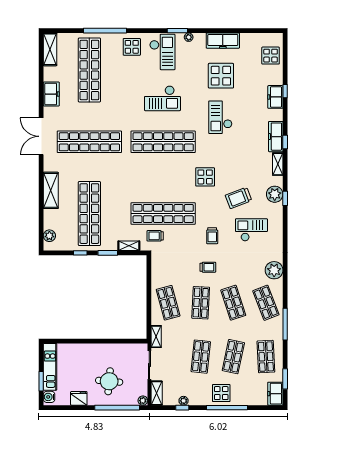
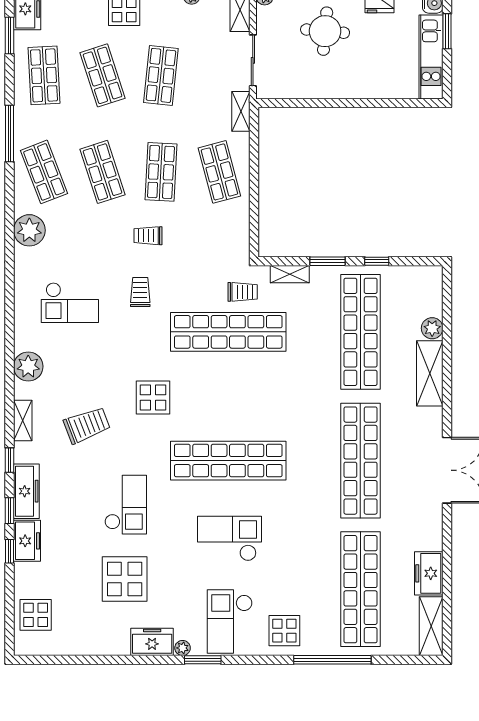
freezer: (223, 41) -> (152, 642), moved, width x0.71
freezer: (51, 94) -> (429, 573), moved
freezer: (276, 137) -> (26, 491), moved
shop shelf: (89, 142) -> (360, 461), turned 90
trolley: (238, 198) -> (87, 425), moved
window: (285, 198) -> (9, 511), moved
plant: (49, 236) -> (432, 328), moved
shop shelf: (233, 357) -> (102, 75), turned -30

